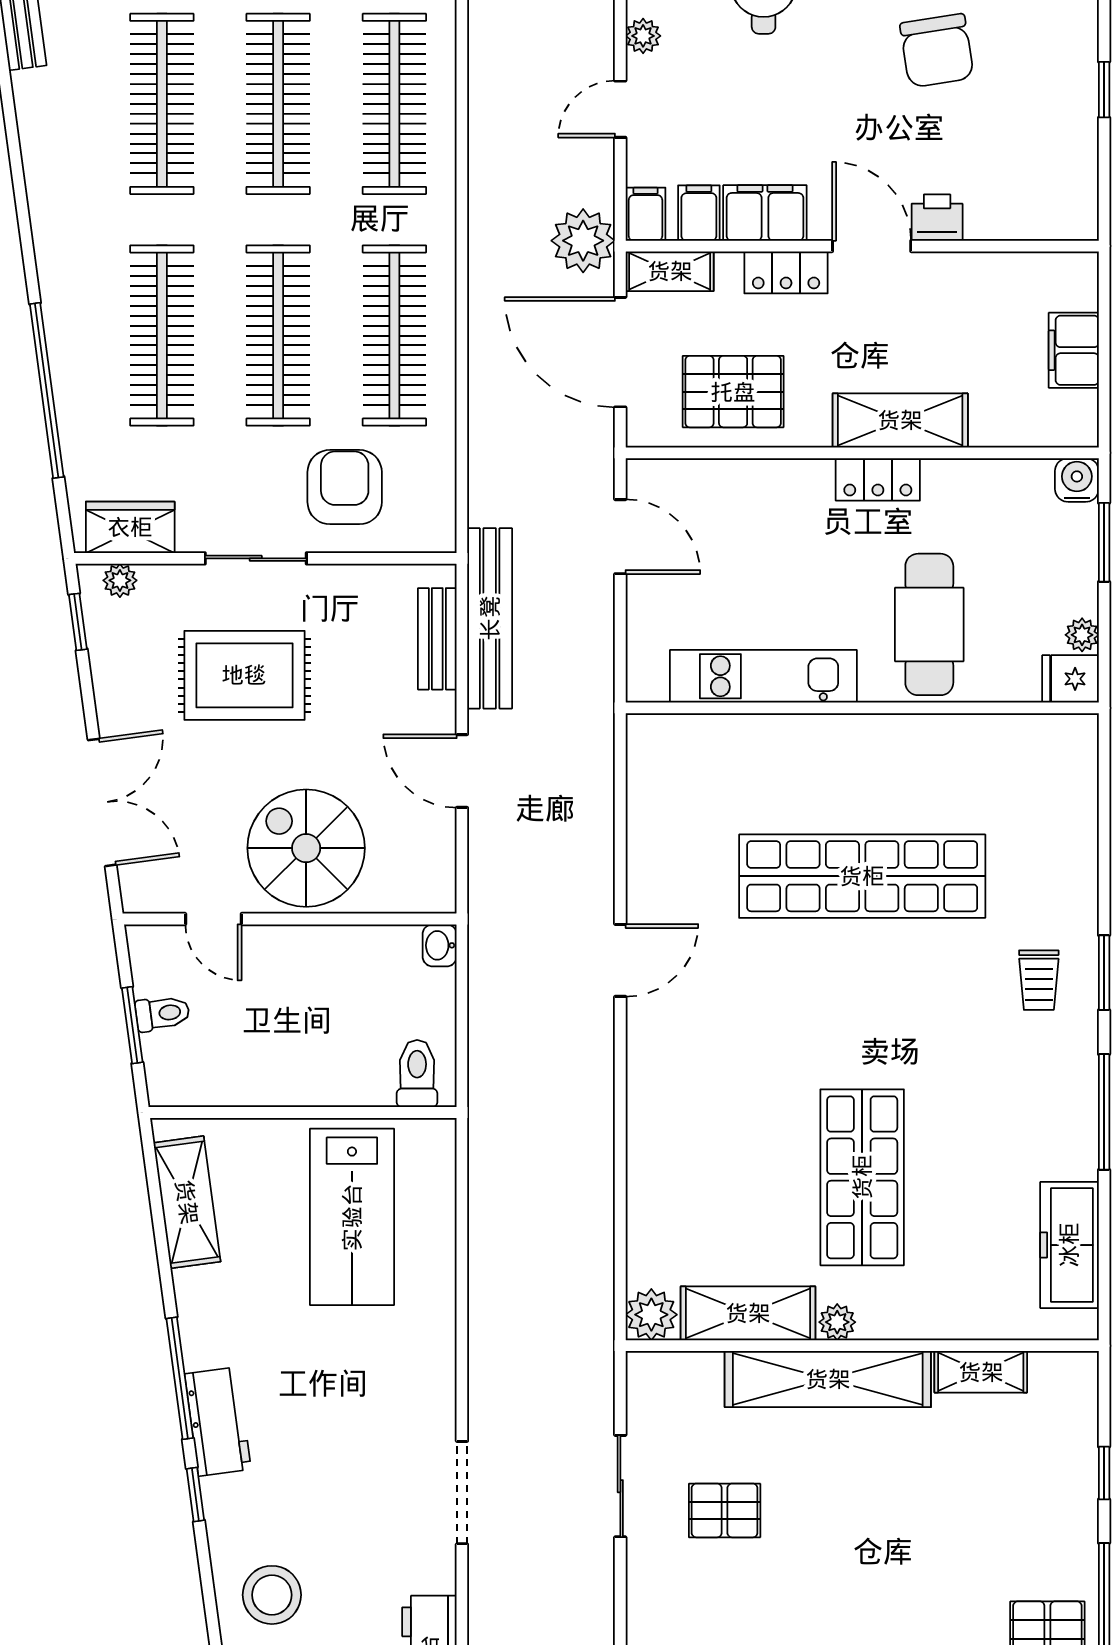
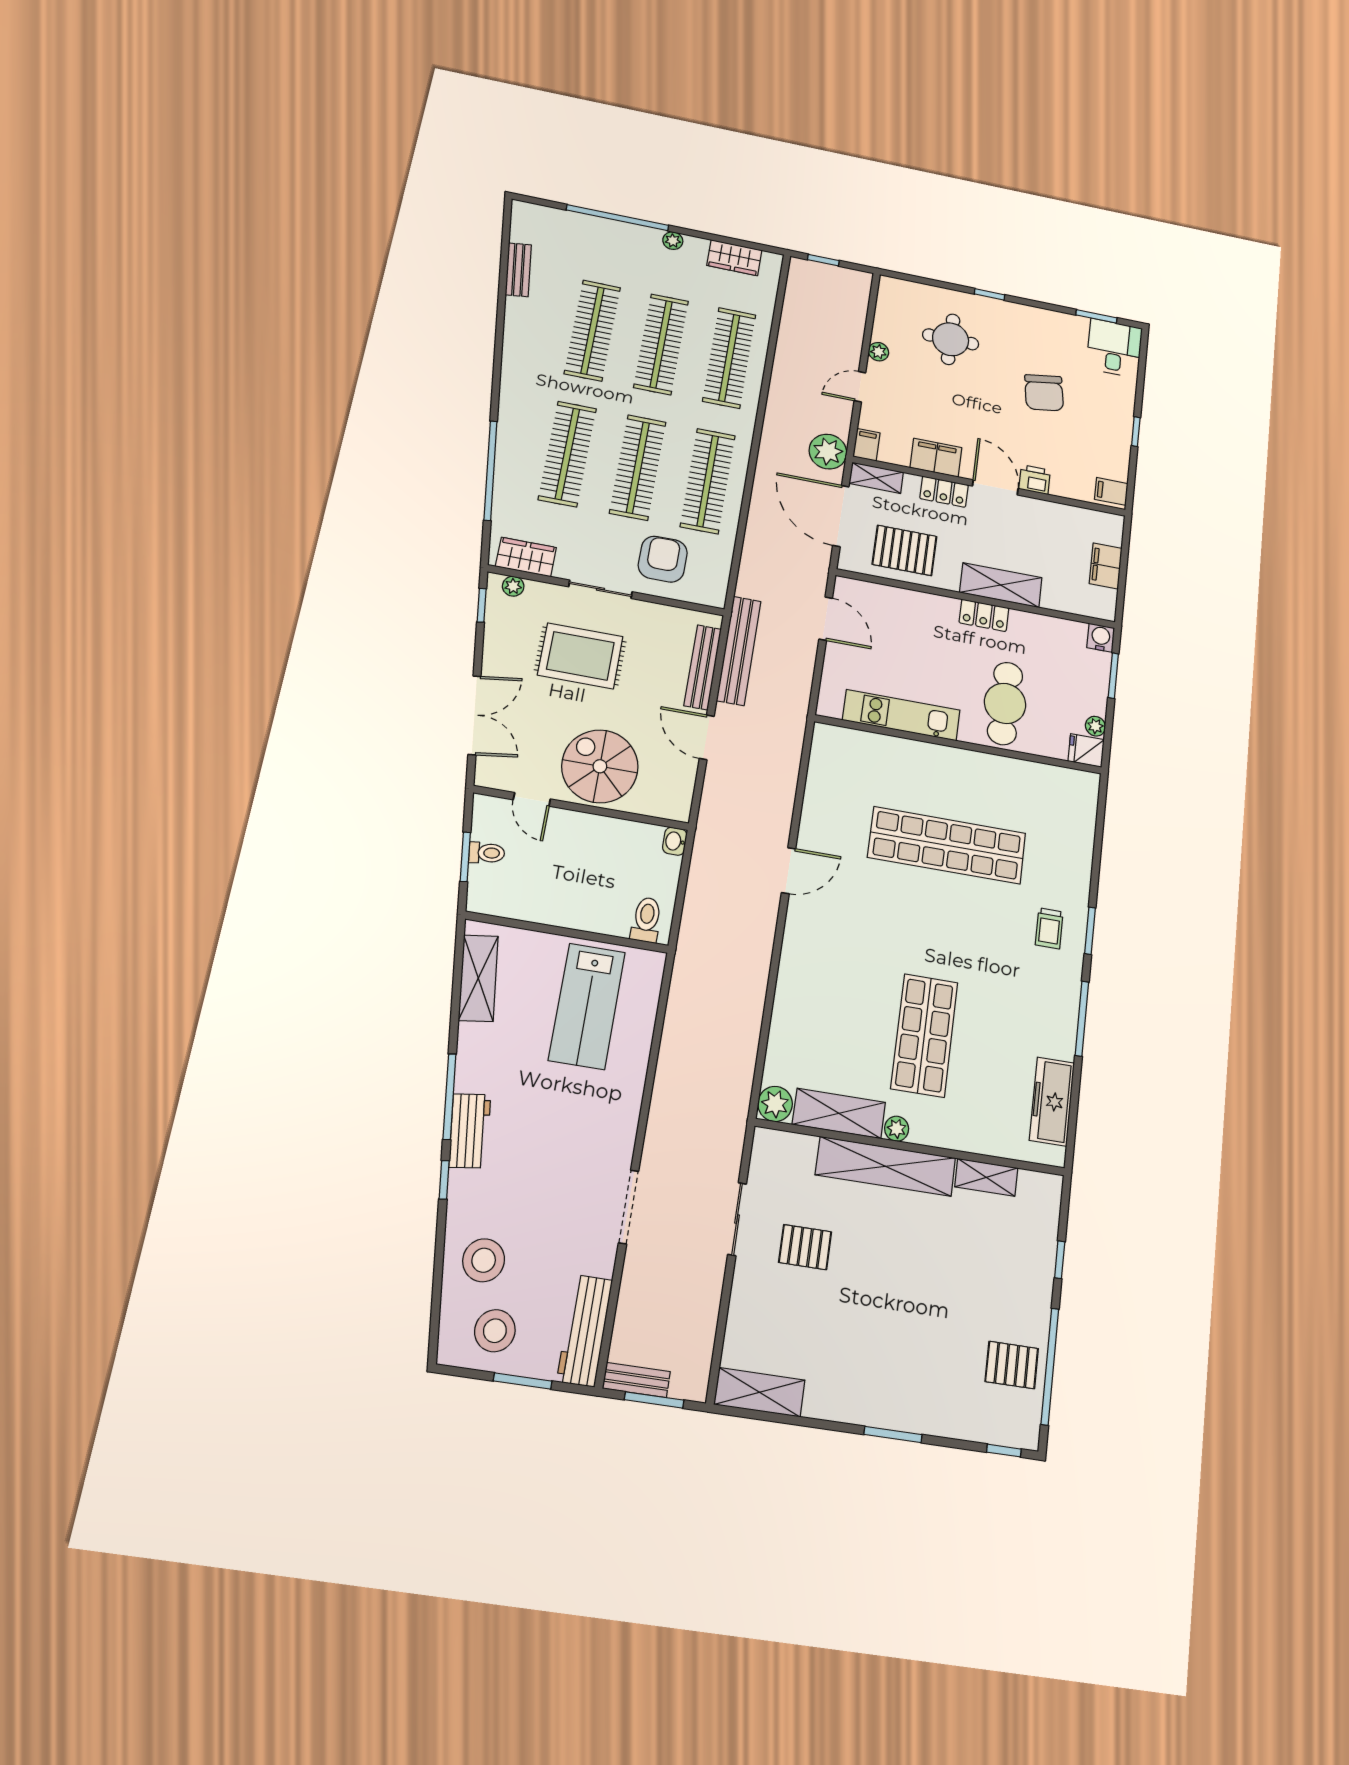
filing cabinet: (699, 213) -> (1111, 491), moved, turned -90
bench: (437, 639) -> (703, 667), width x1.36

